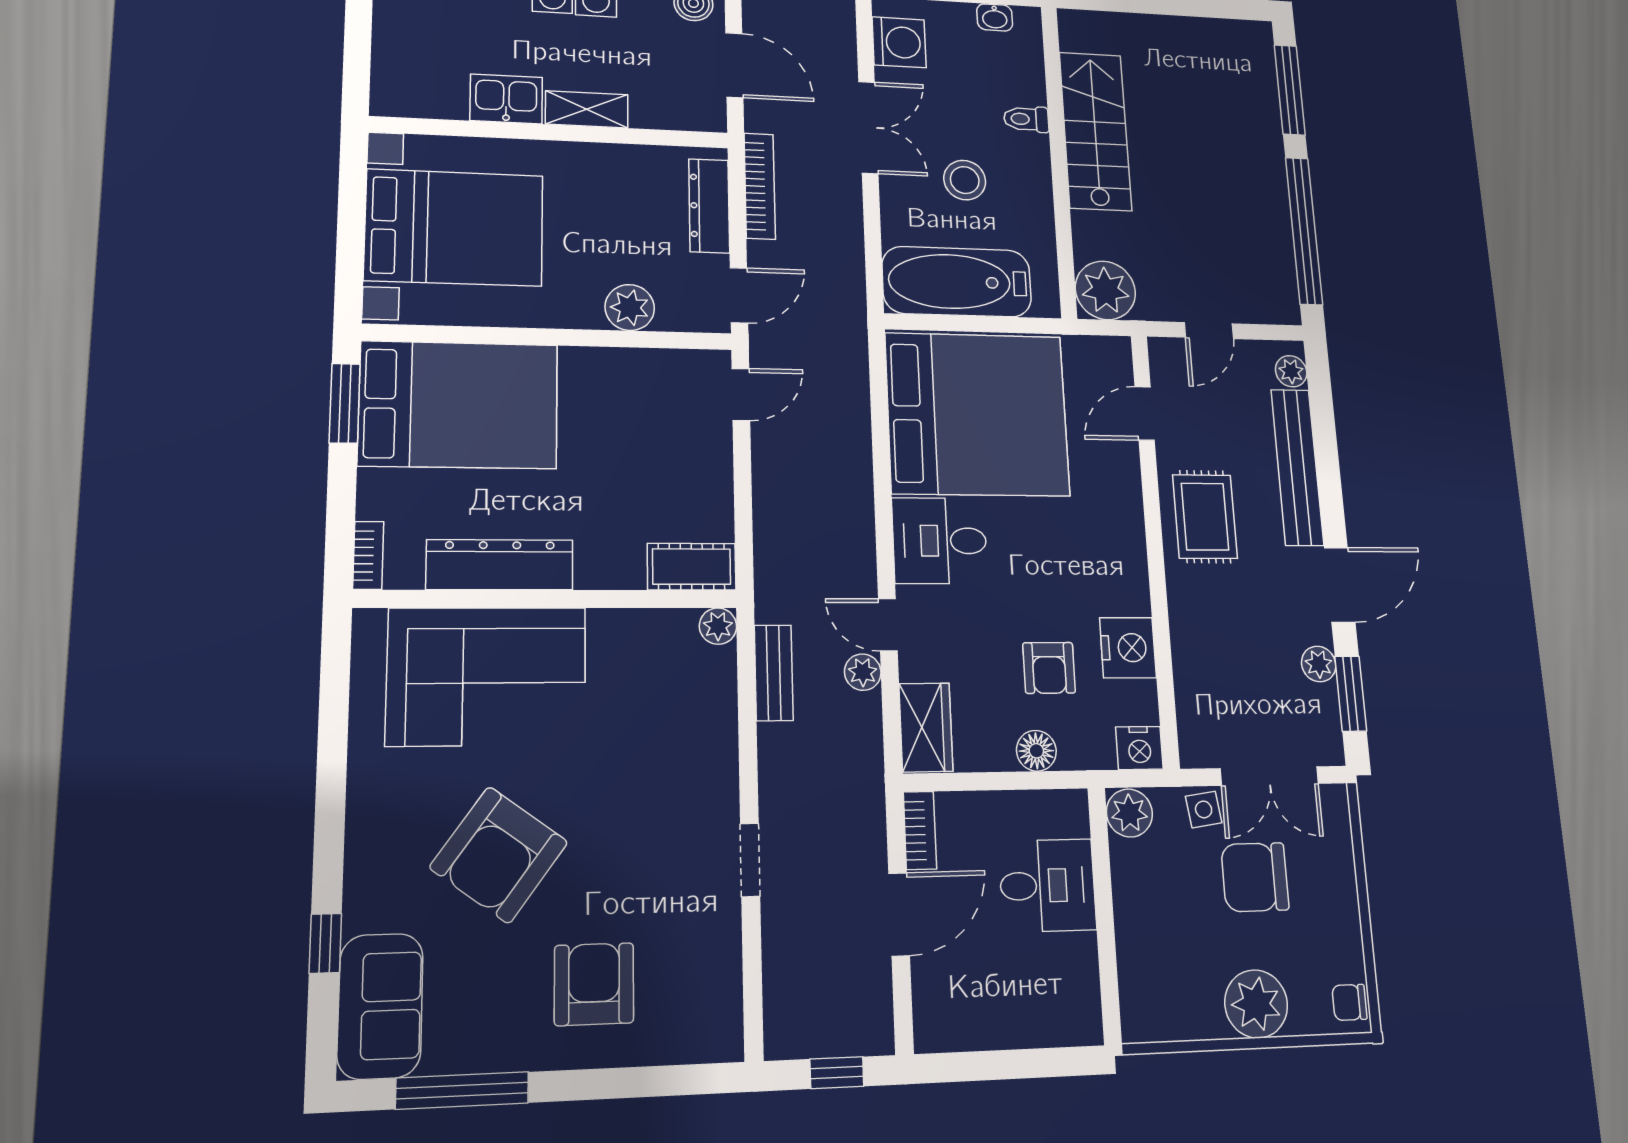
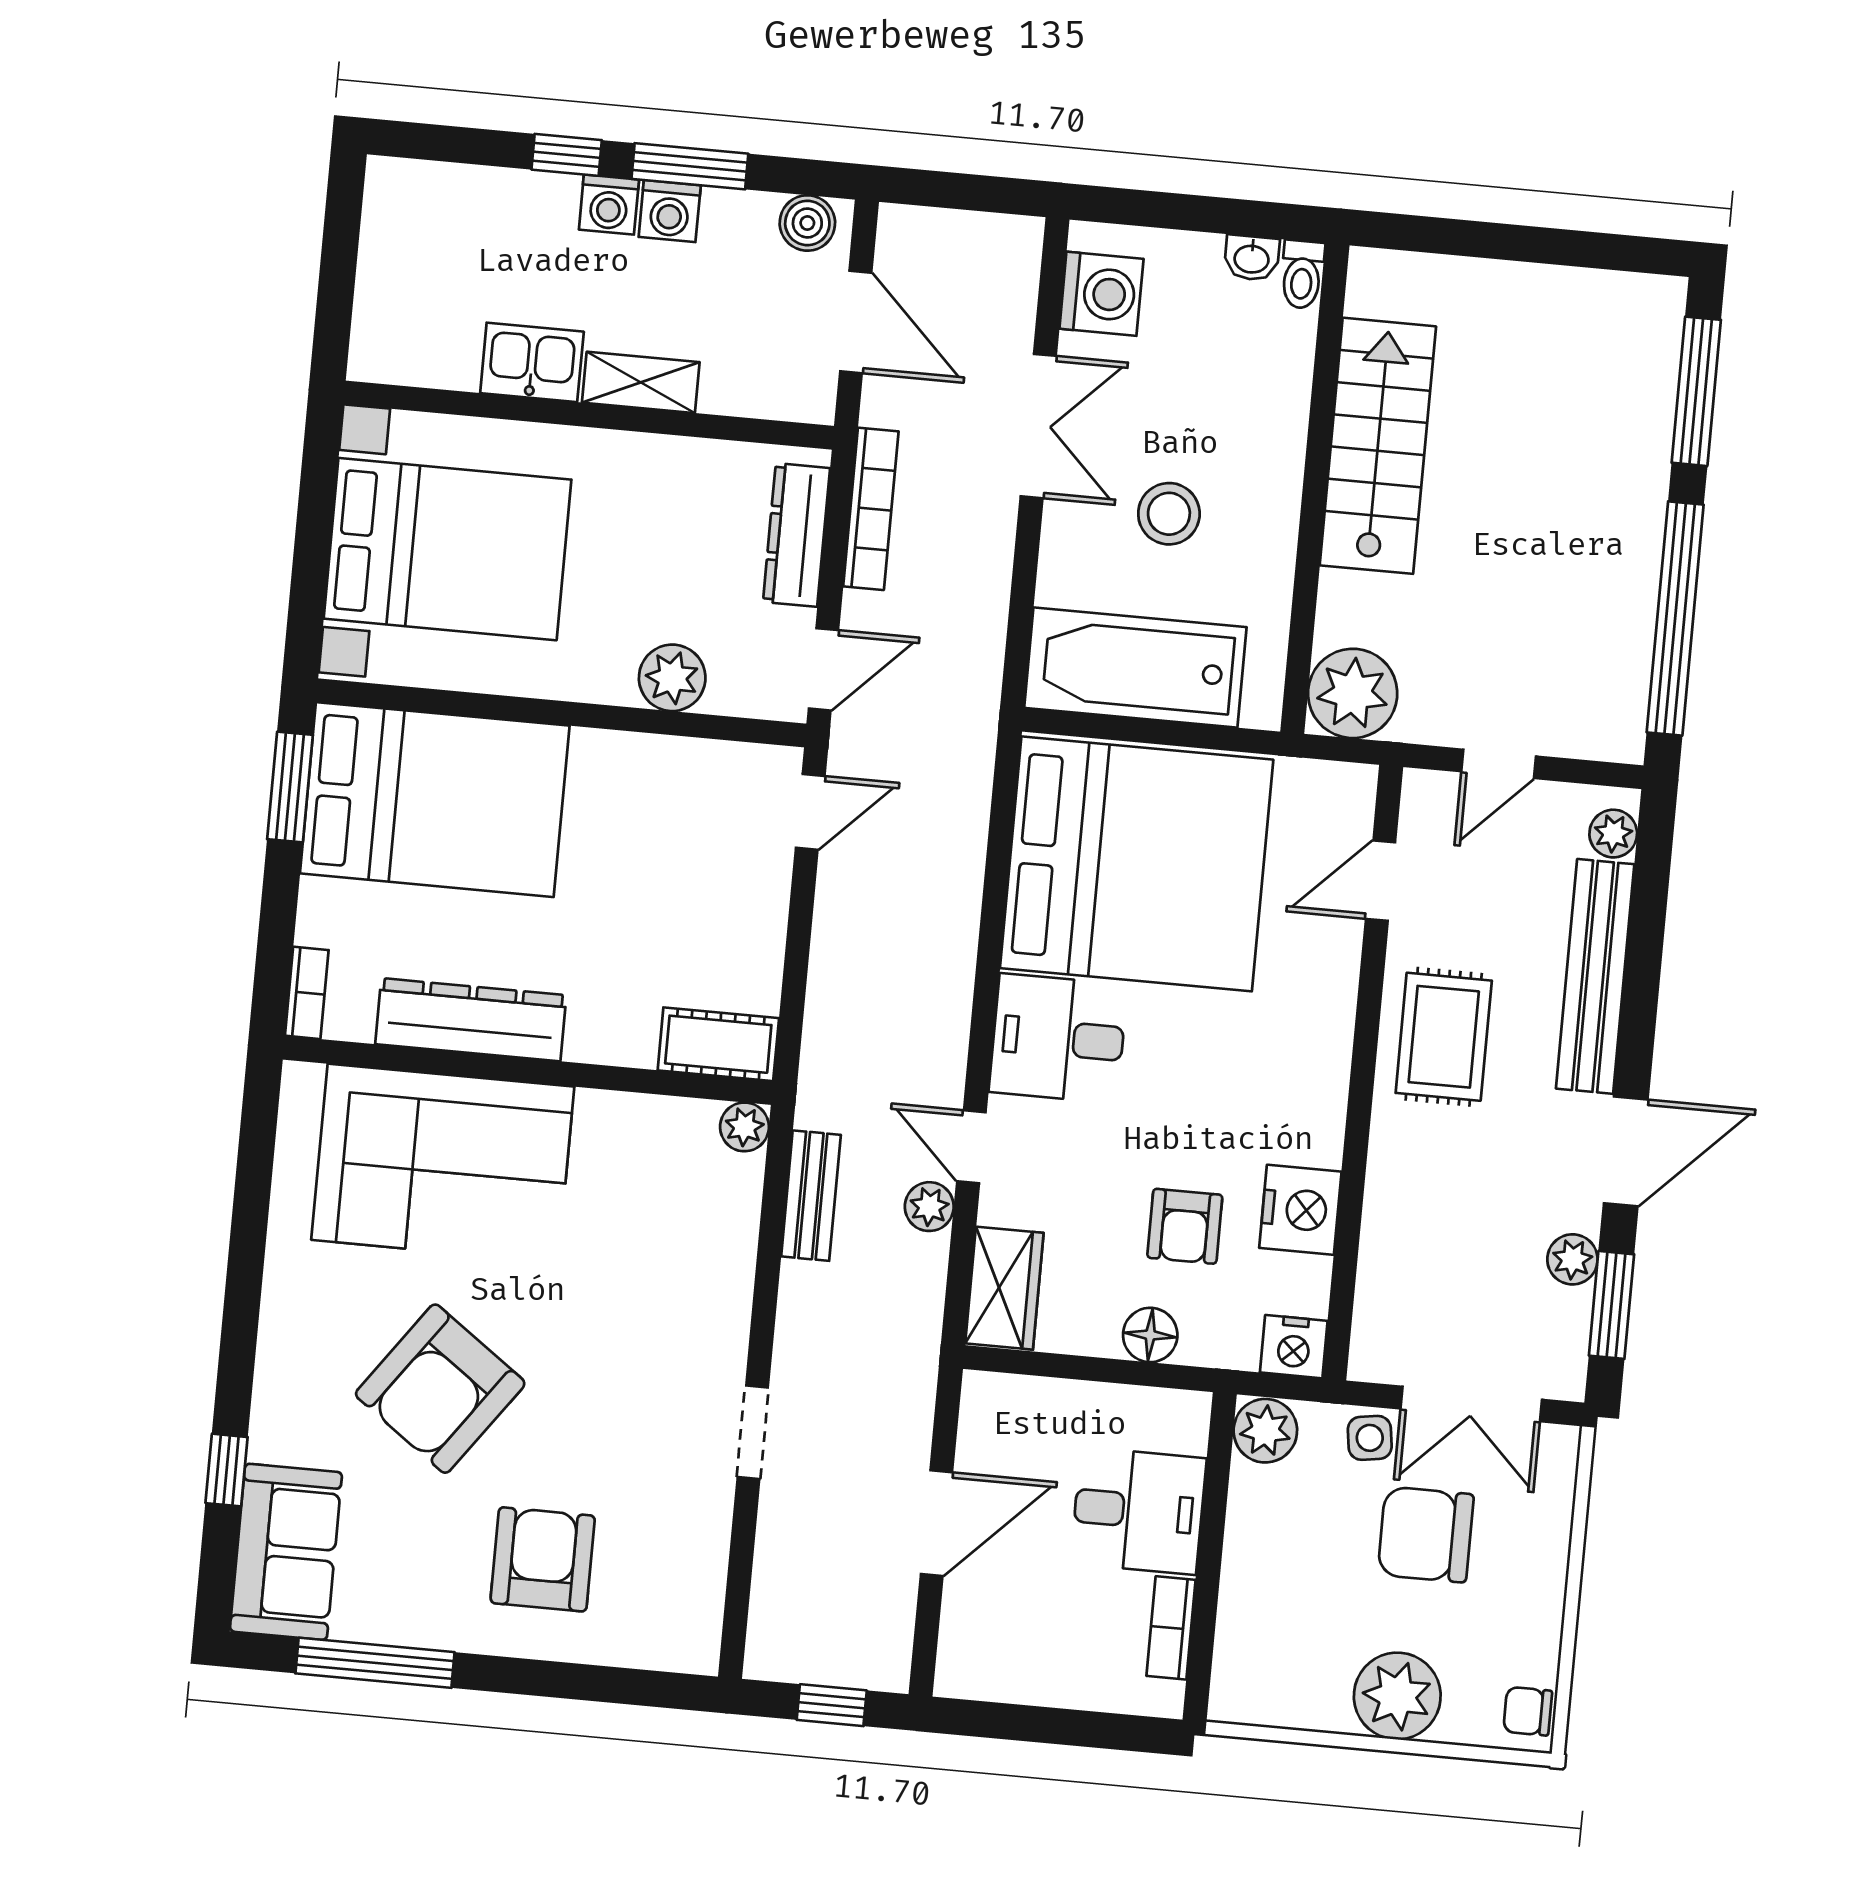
toilet: (1026, 119) -> (1302, 275), moved, turned -90
bookcase: (920, 830) -> (1171, 1628), moved, turned 180

